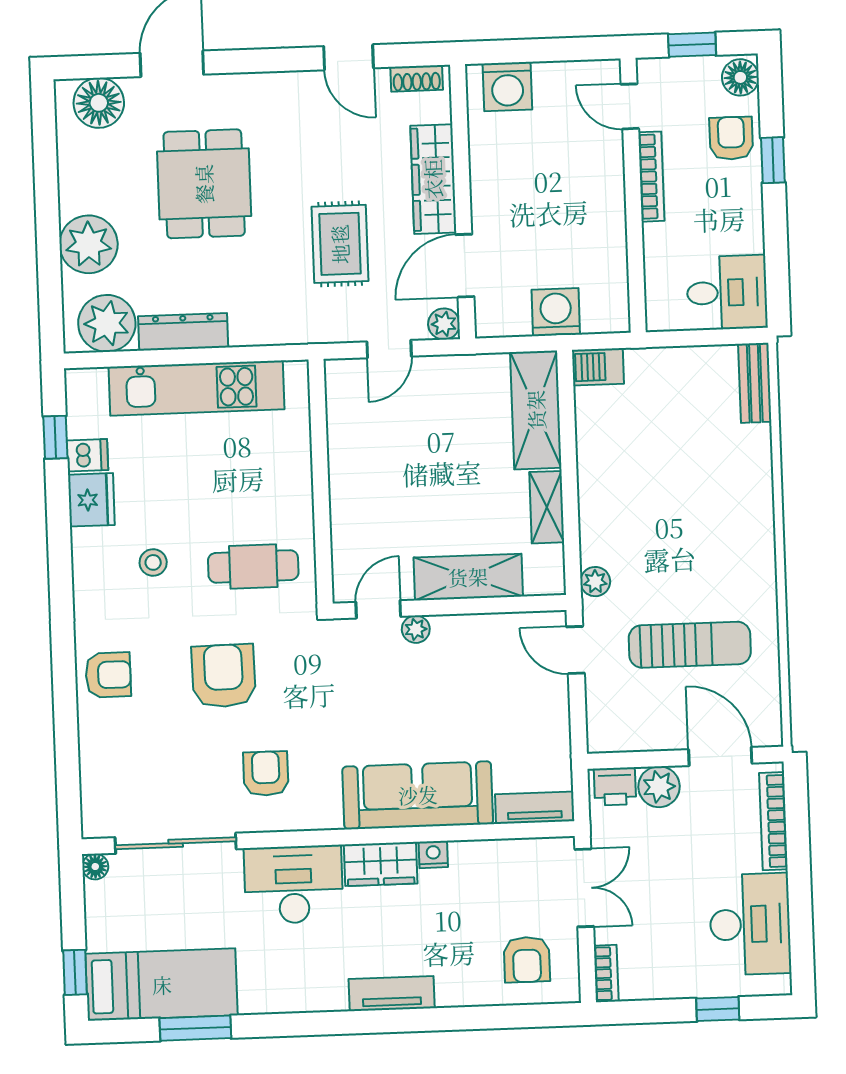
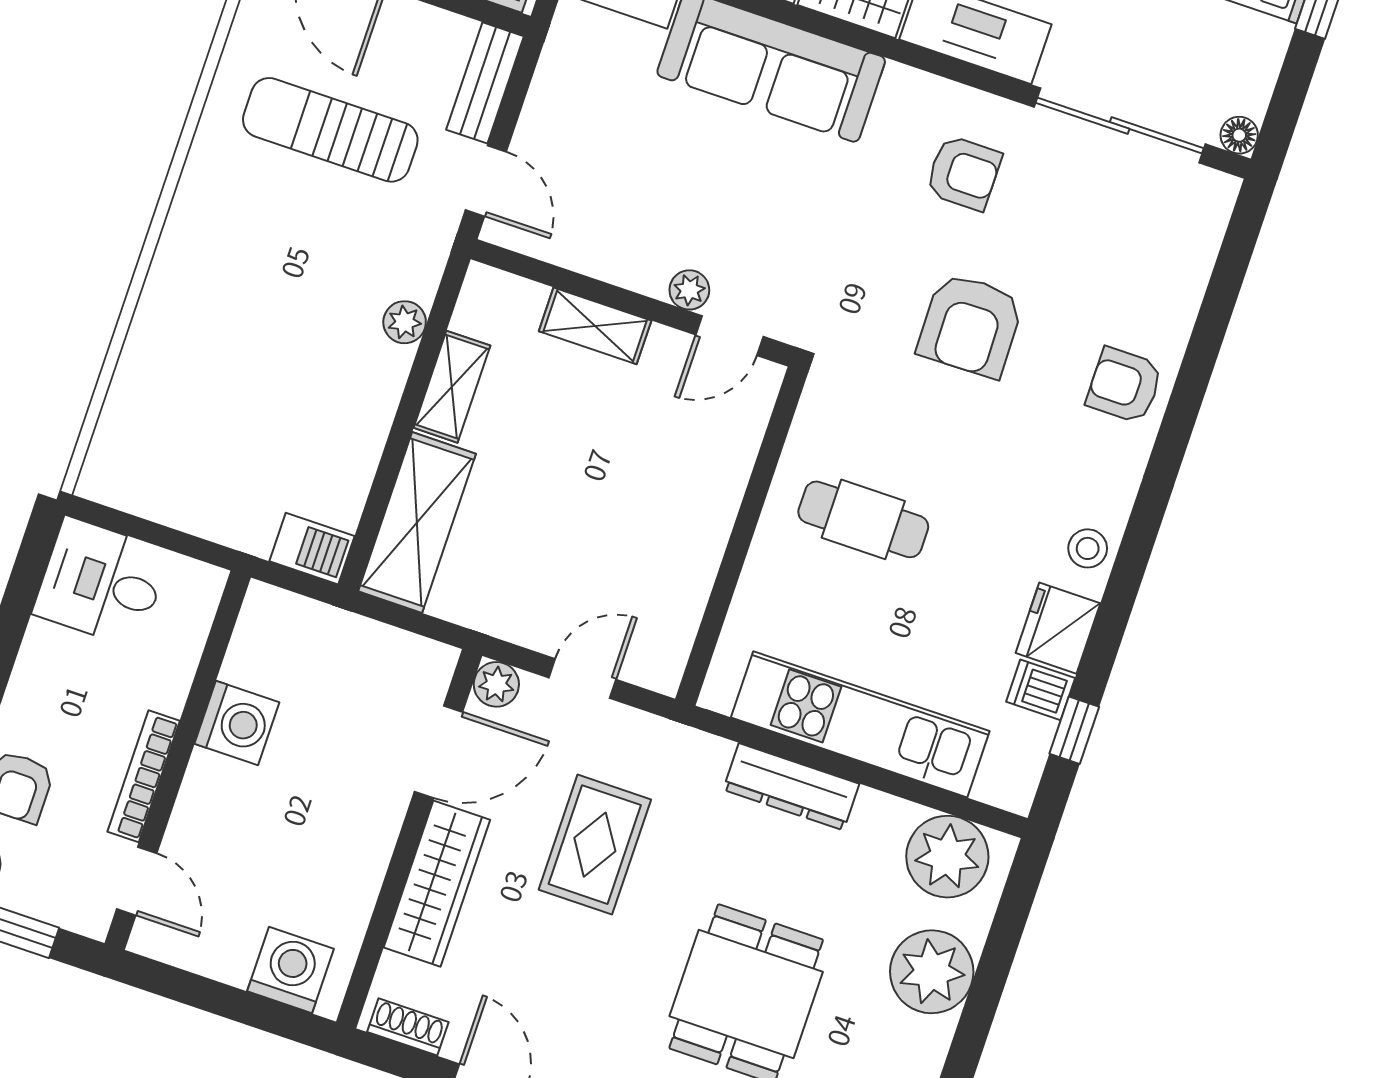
washing machine: (556, 312) -> (237, 723), moved, turned -90
dresser: (183, 332) -> (791, 787), moved
bench: (755, 383) -> (485, 83), moved
stool: (153, 562) -> (1088, 548), moved
cafe table: (253, 566) -> (863, 519), moved
shelving: (468, 577) -> (595, 326), width x0.67, depth x0.75
plant: (595, 582) -> (405, 322), moved
armchair: (266, 774) -> (963, 173), turned -90

